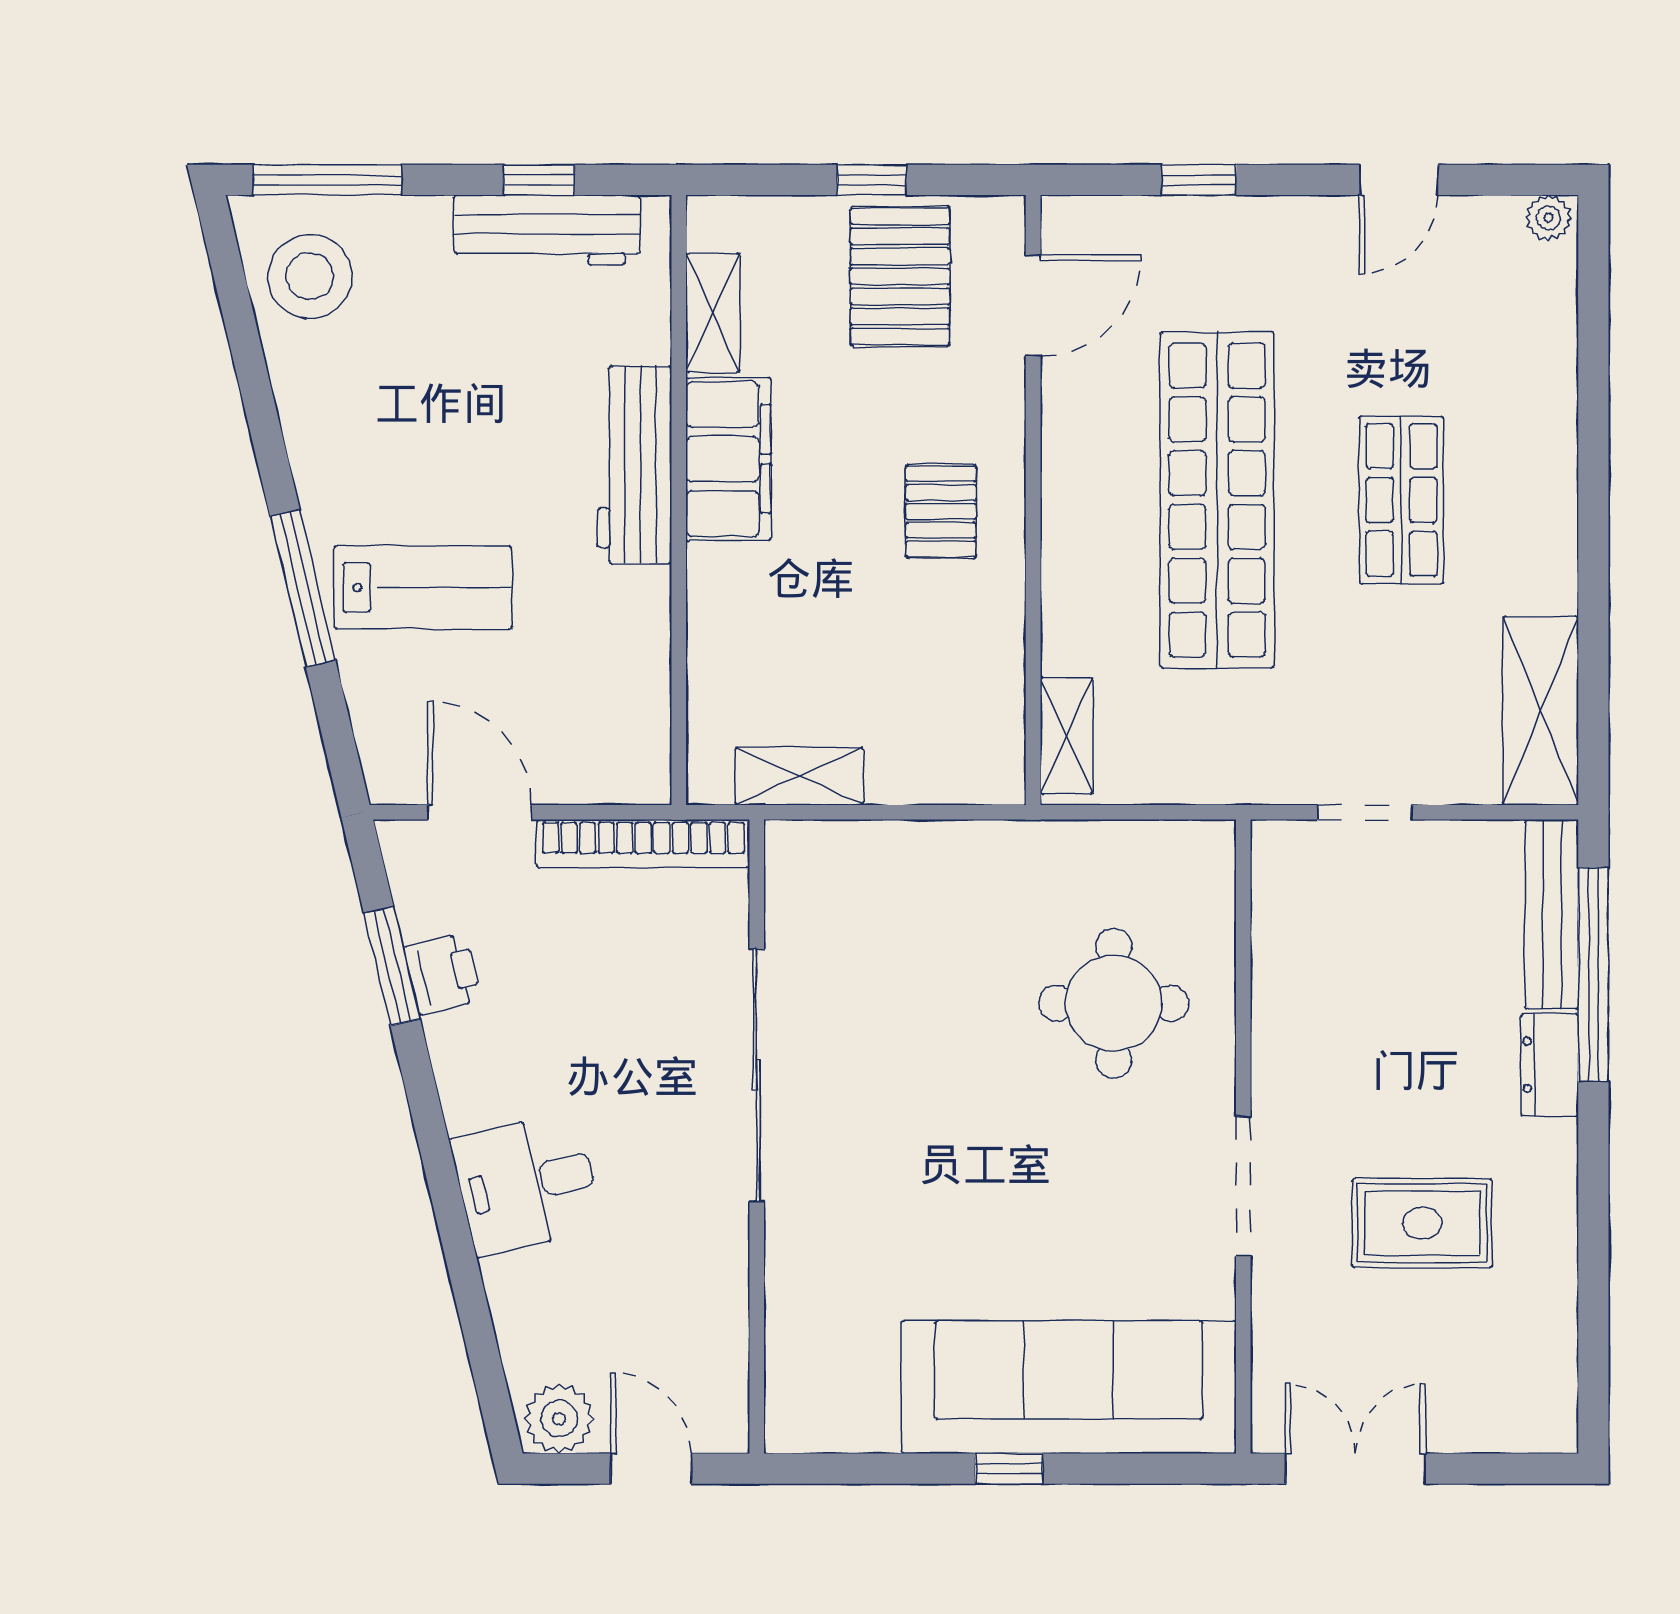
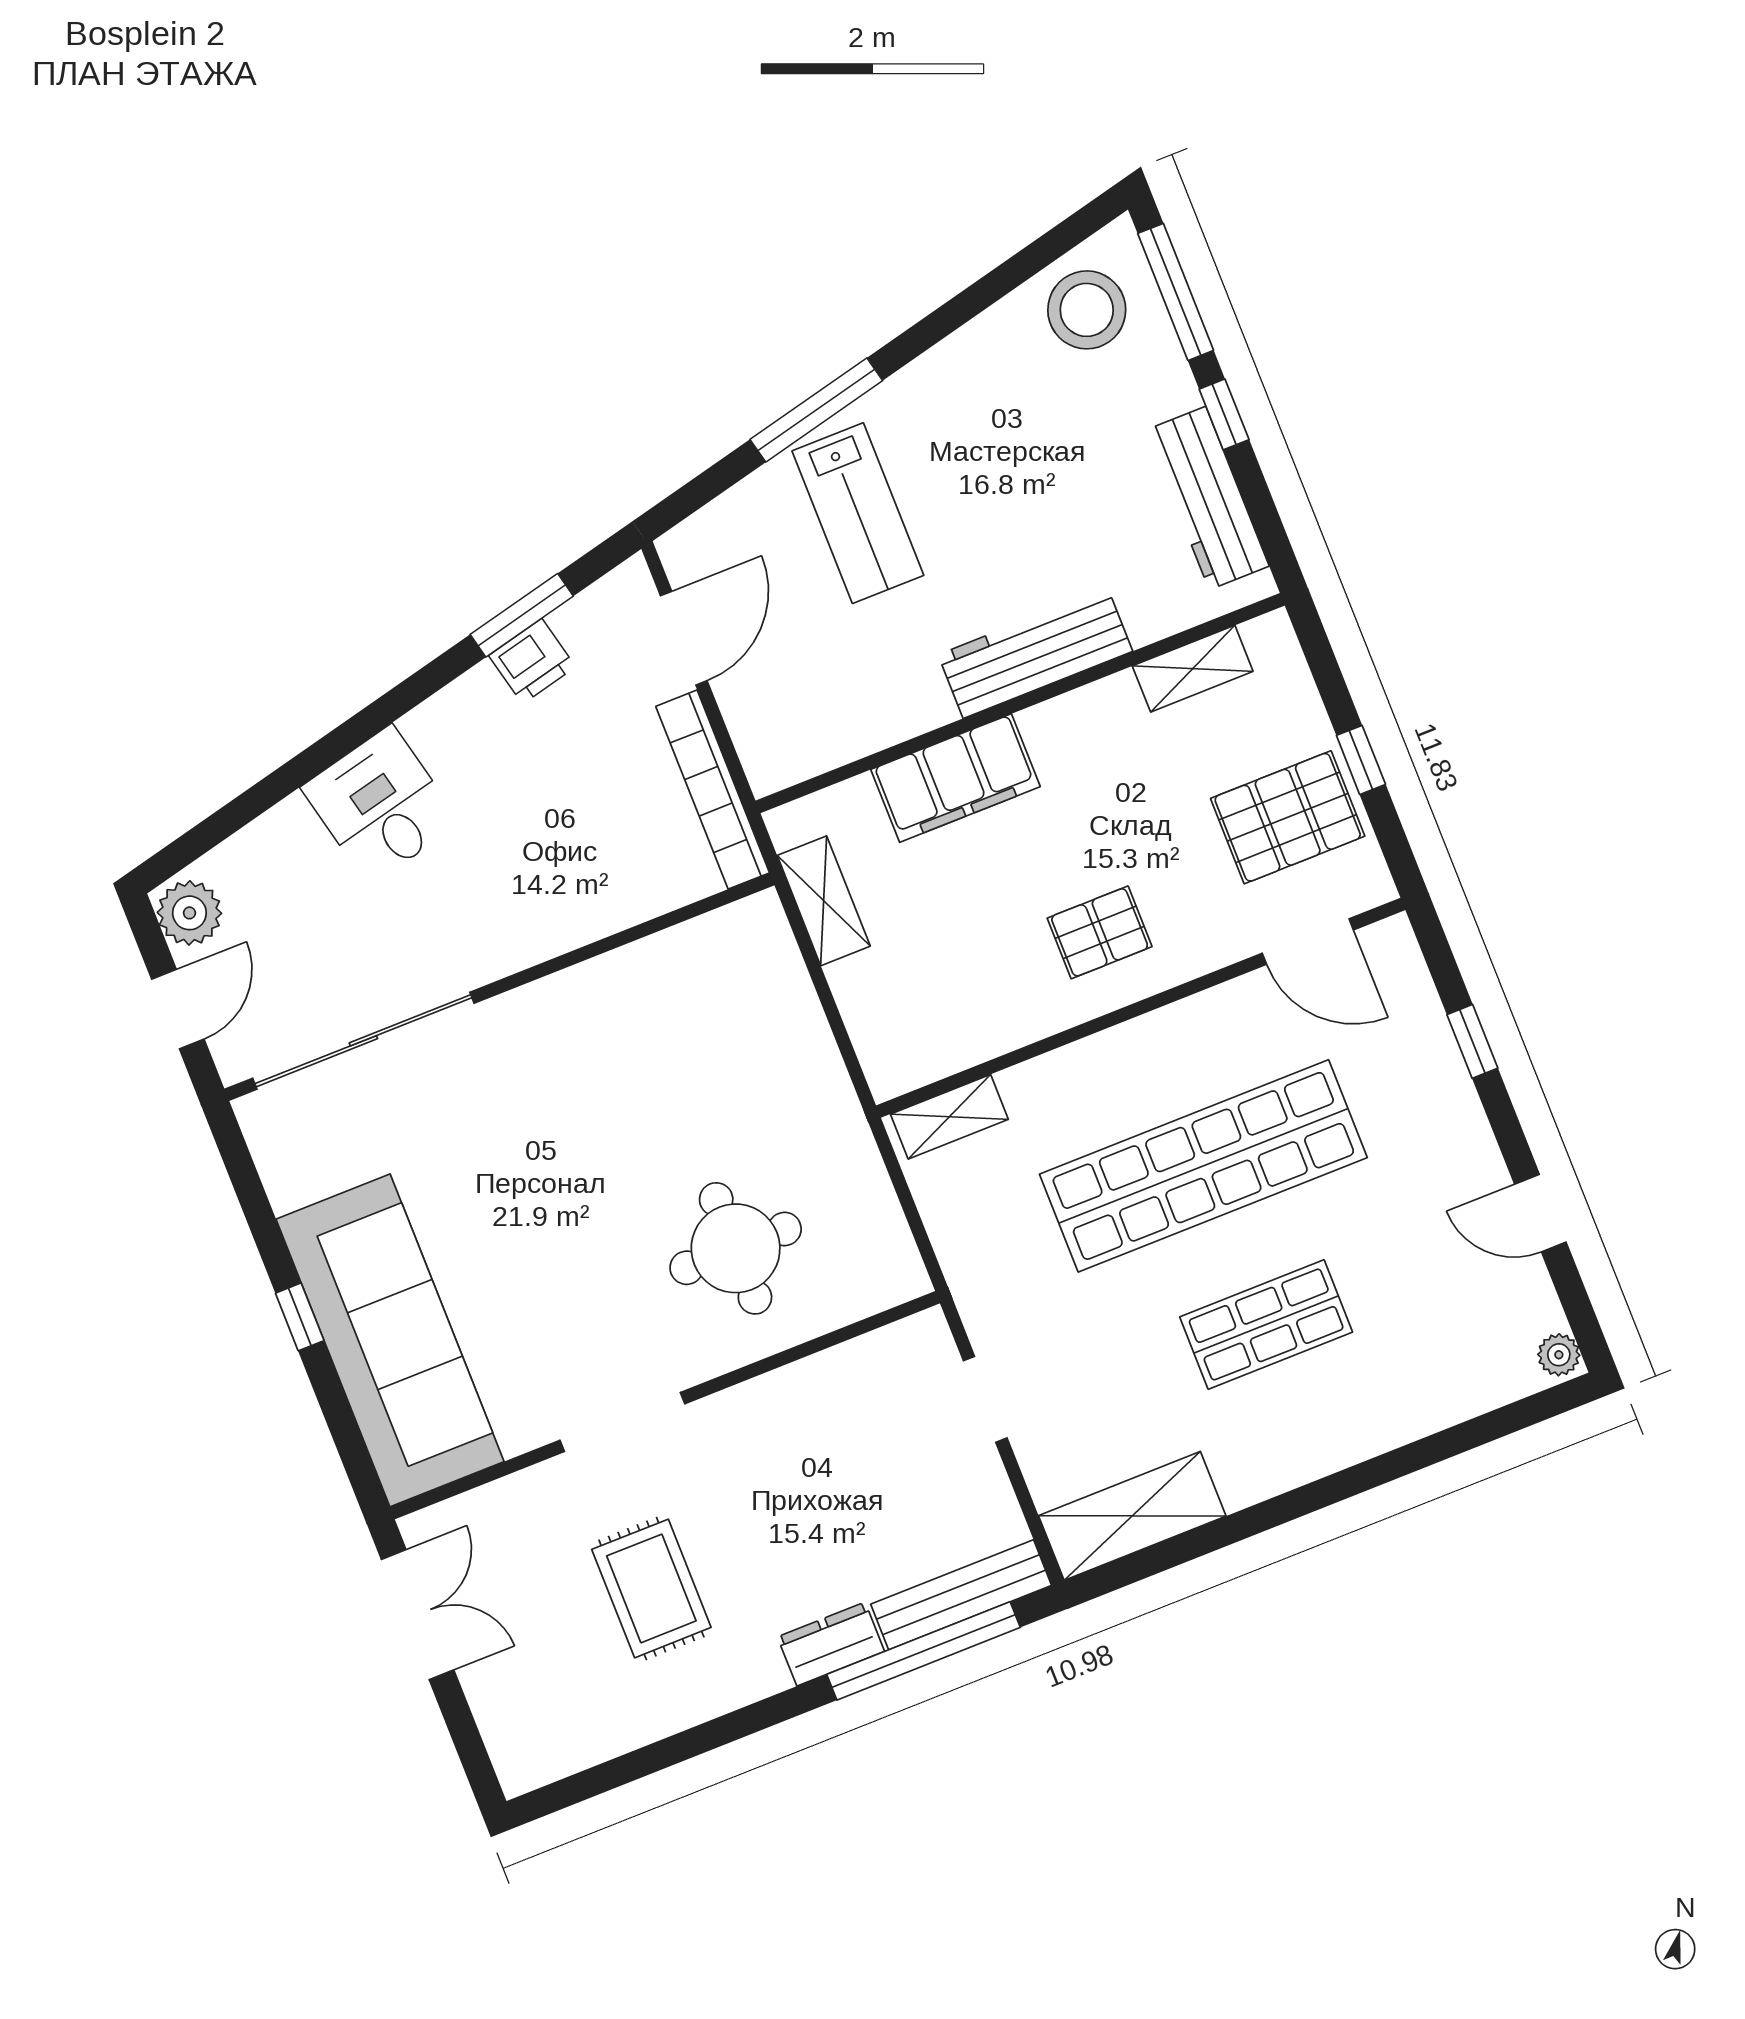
window: (539, 180) -> (1224, 414), moved
filing cabinet: (728, 459) -> (956, 778), moved
sliding door: (757, 1075) -> (363, 1041), moved

